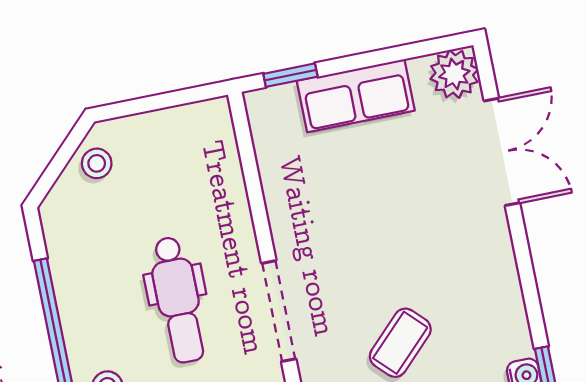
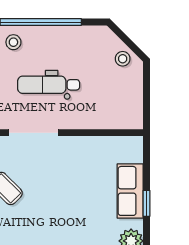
window: (290, 75) -> (146, 203), moved

